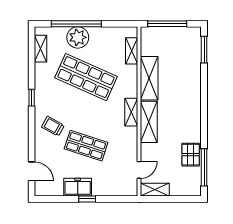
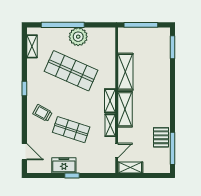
plant: (78, 37) -> (78, 37), moved
shelving: (132, 51) -> (110, 125), moved

